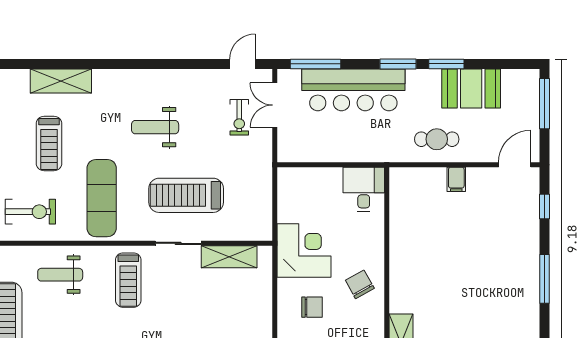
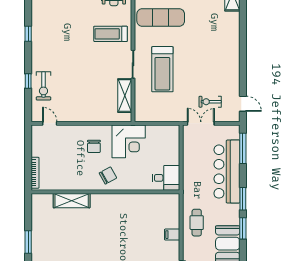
double door: (275, 105) -> (201, 123), moved
weight bench: (155, 127) -> (204, 50), removed
treadmill: (186, 195) -> (162, 69), turned 180

